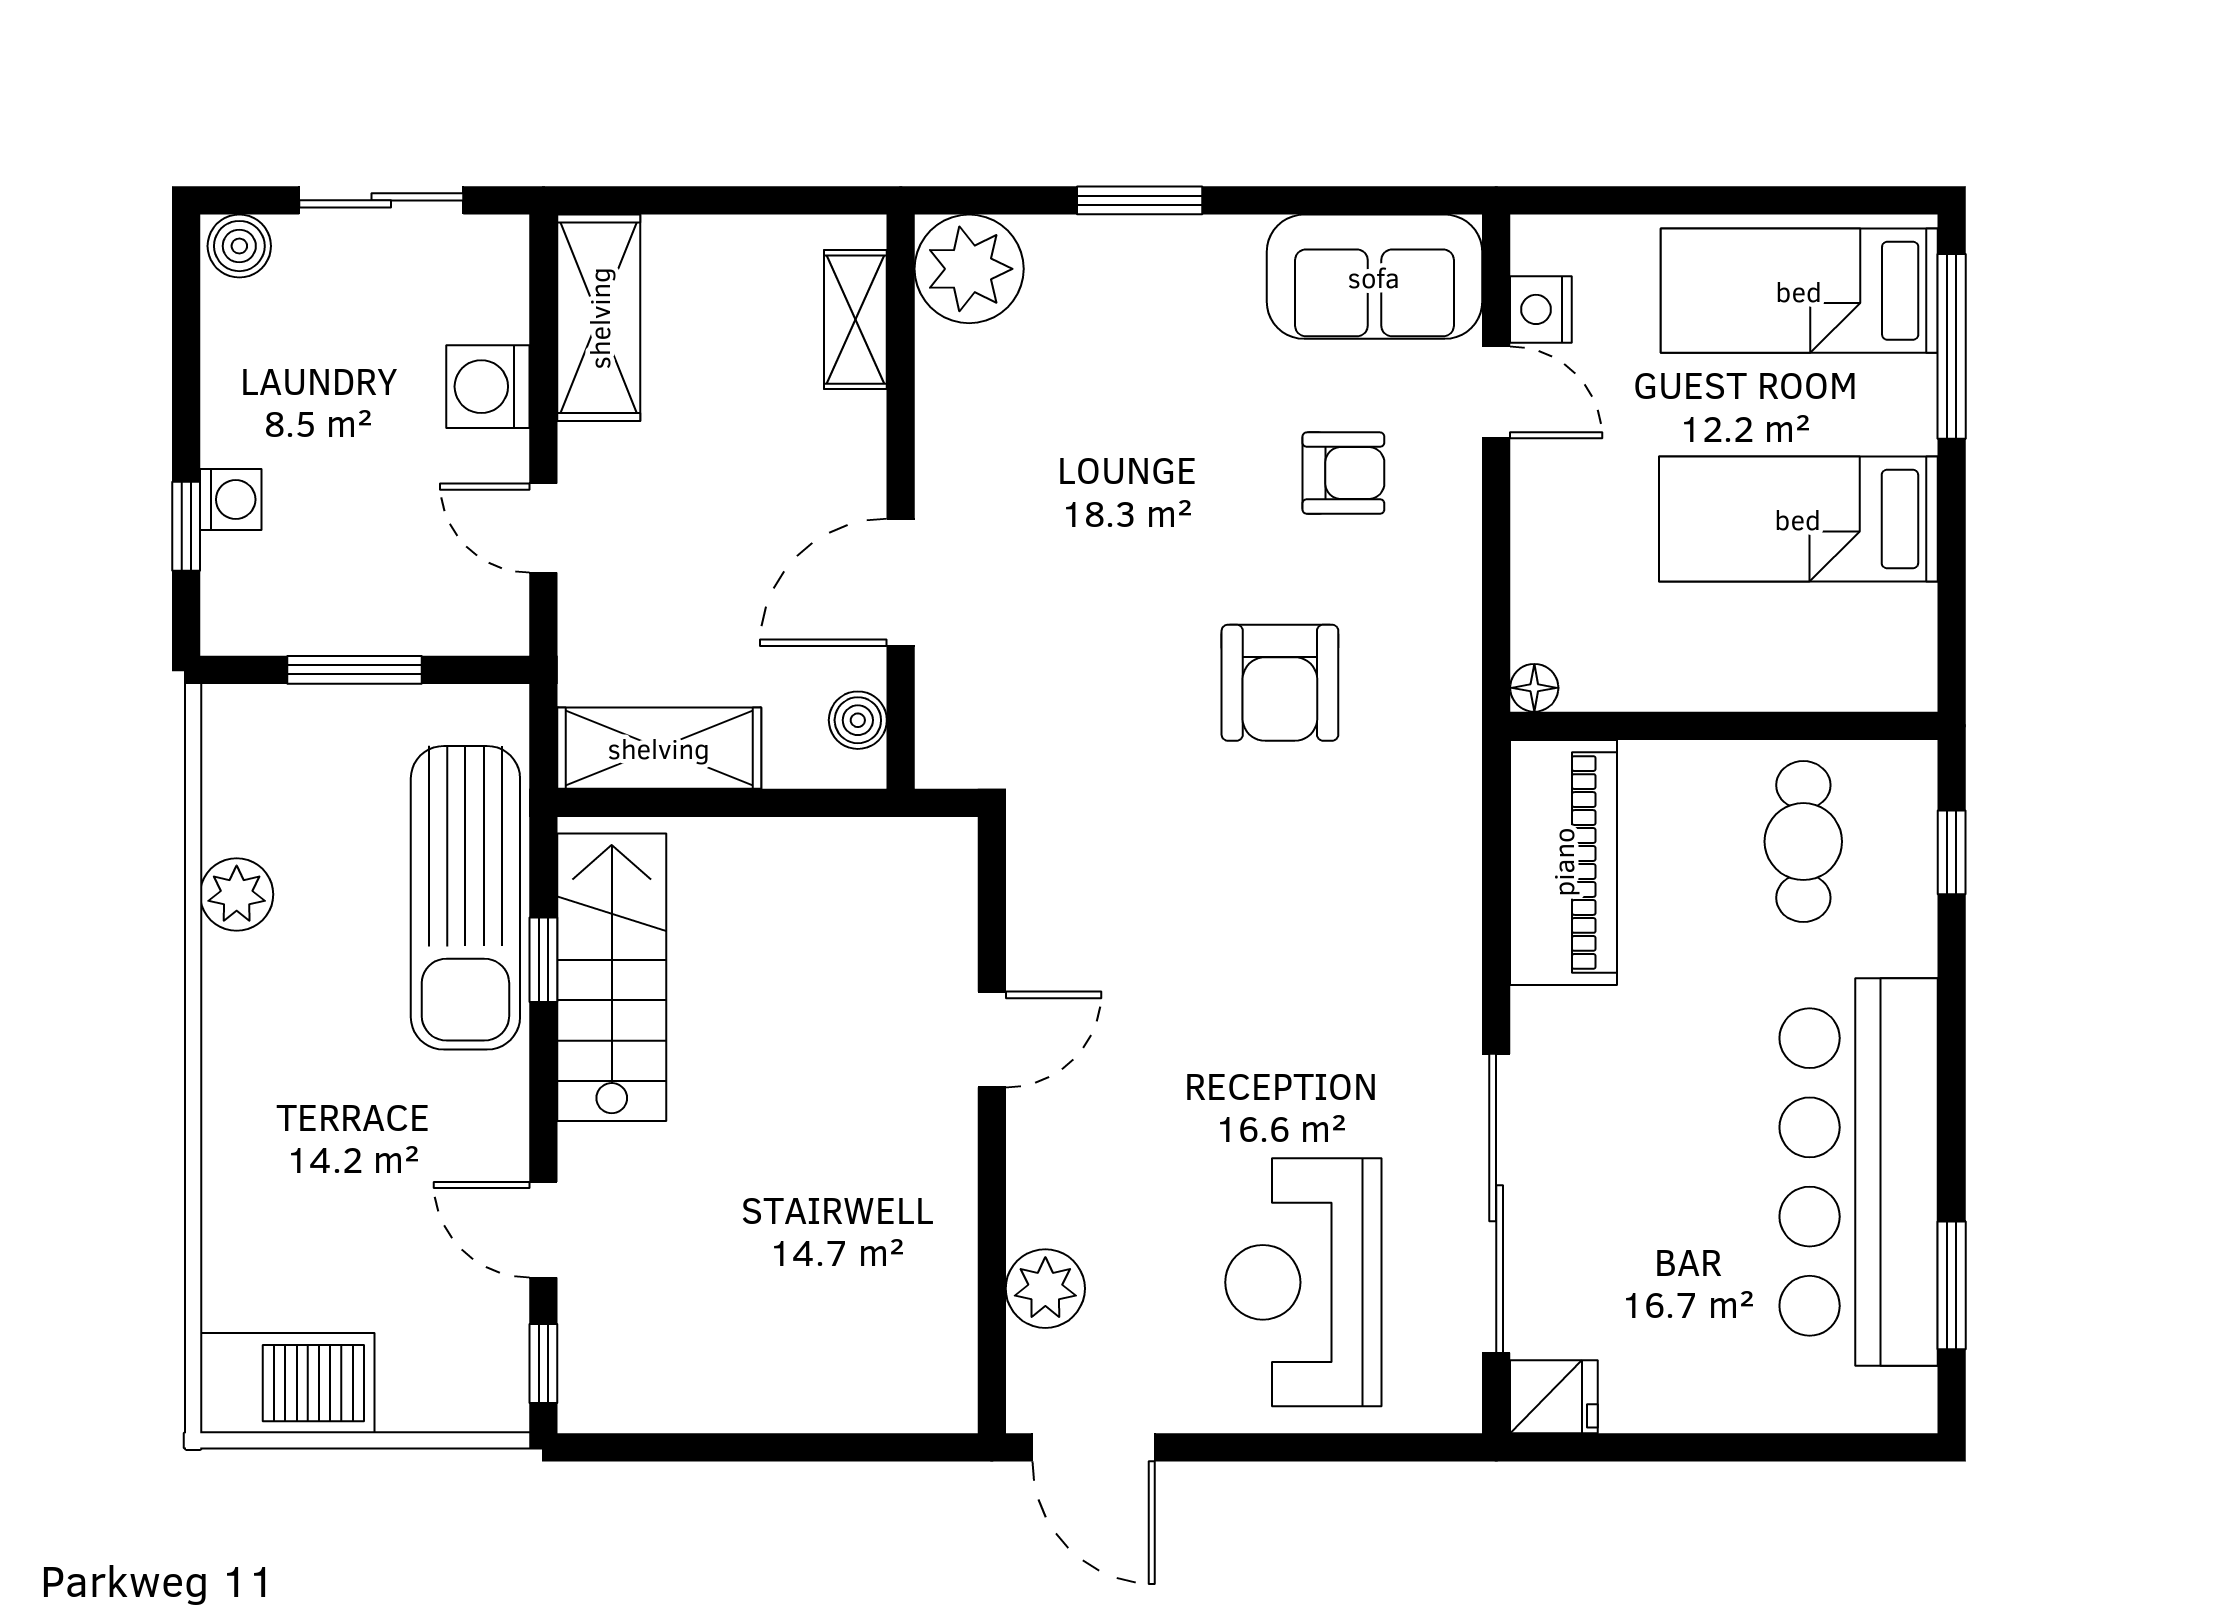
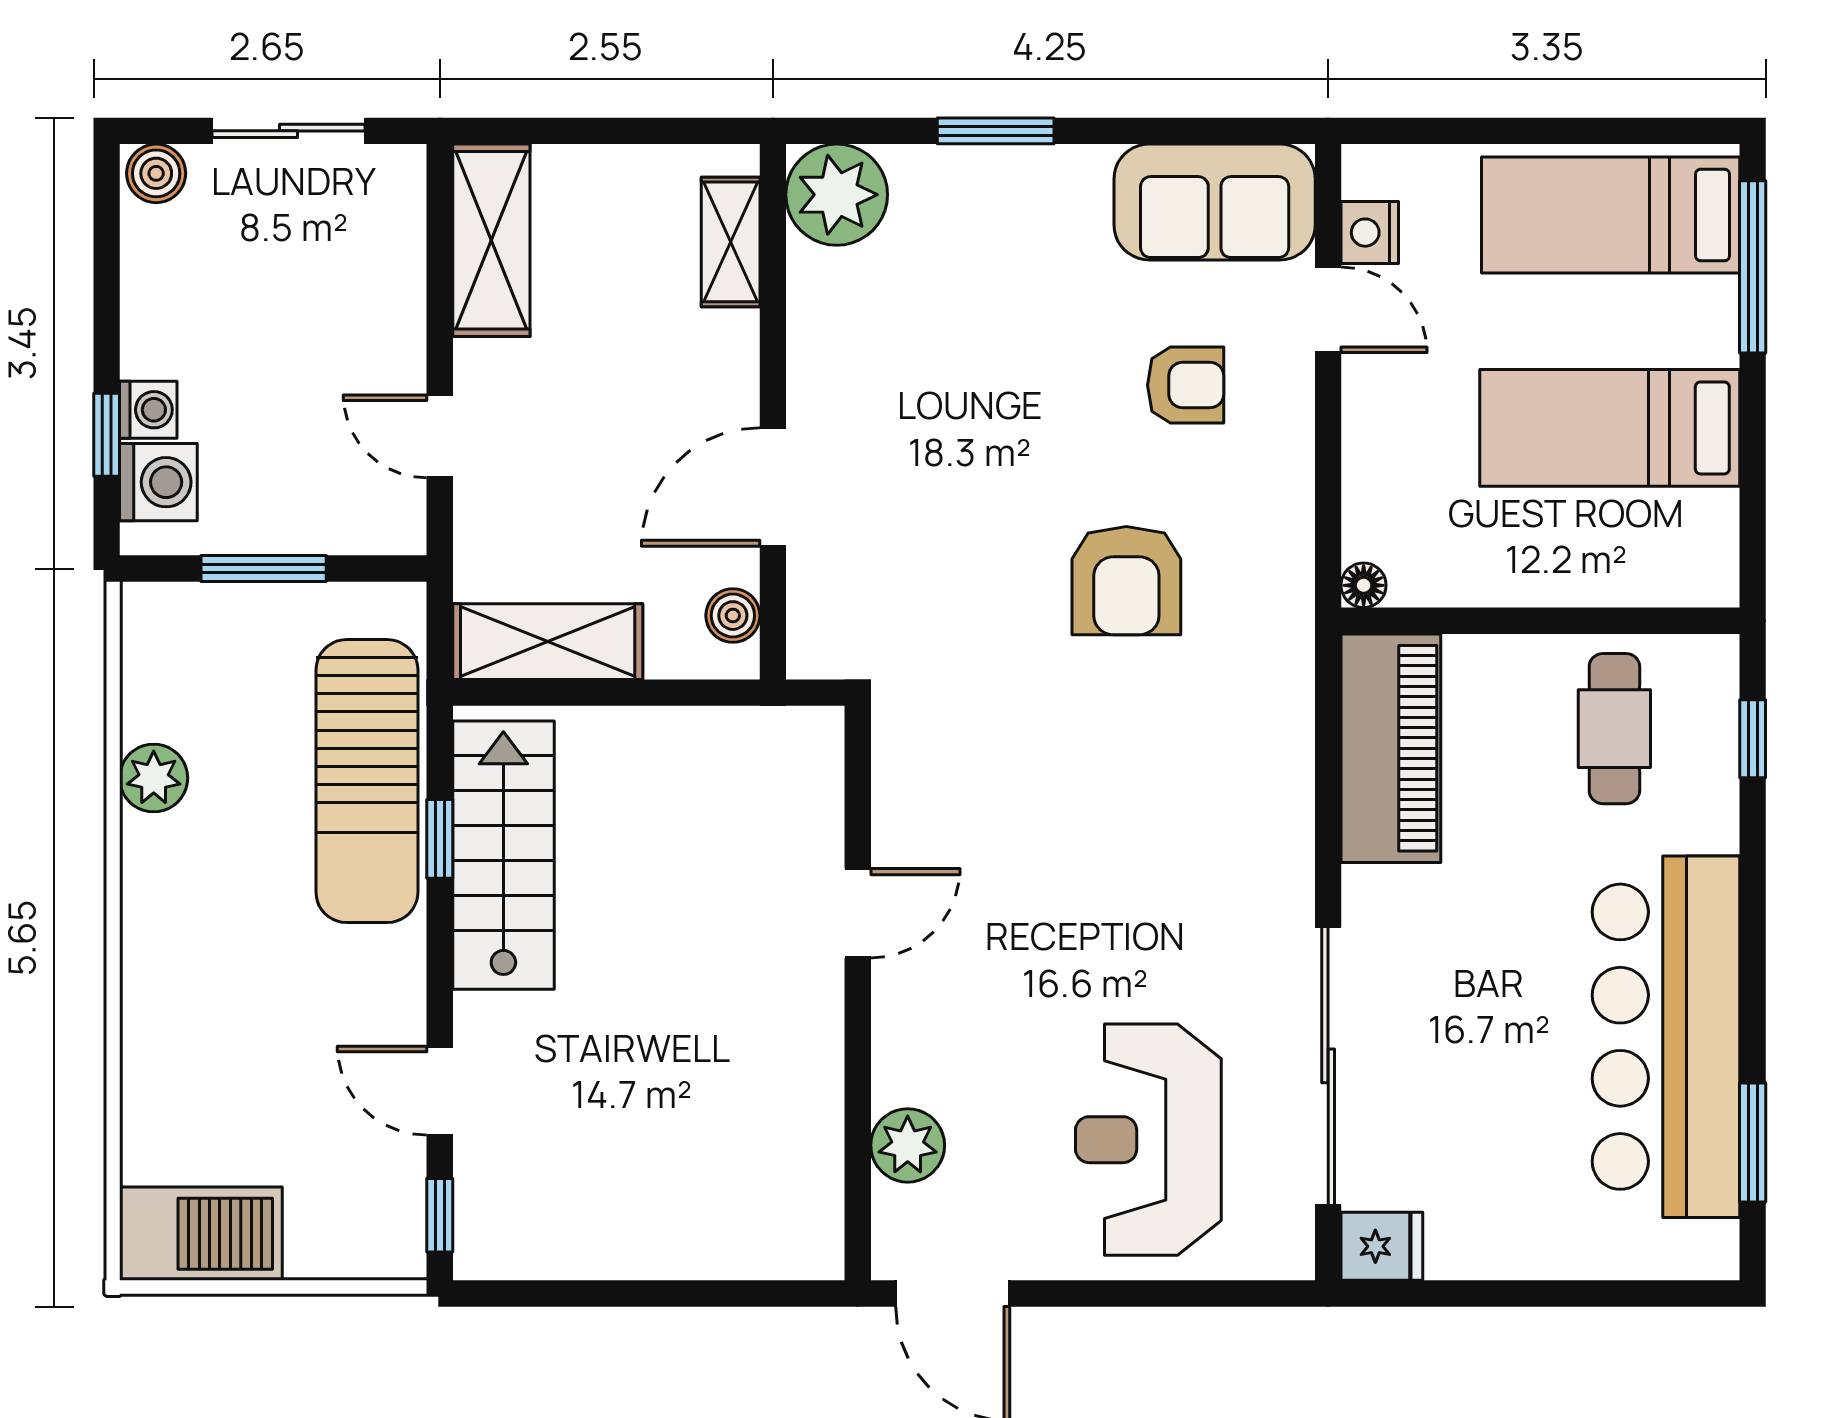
washing machine: (488, 387) -> (158, 482), moved, turned 180

